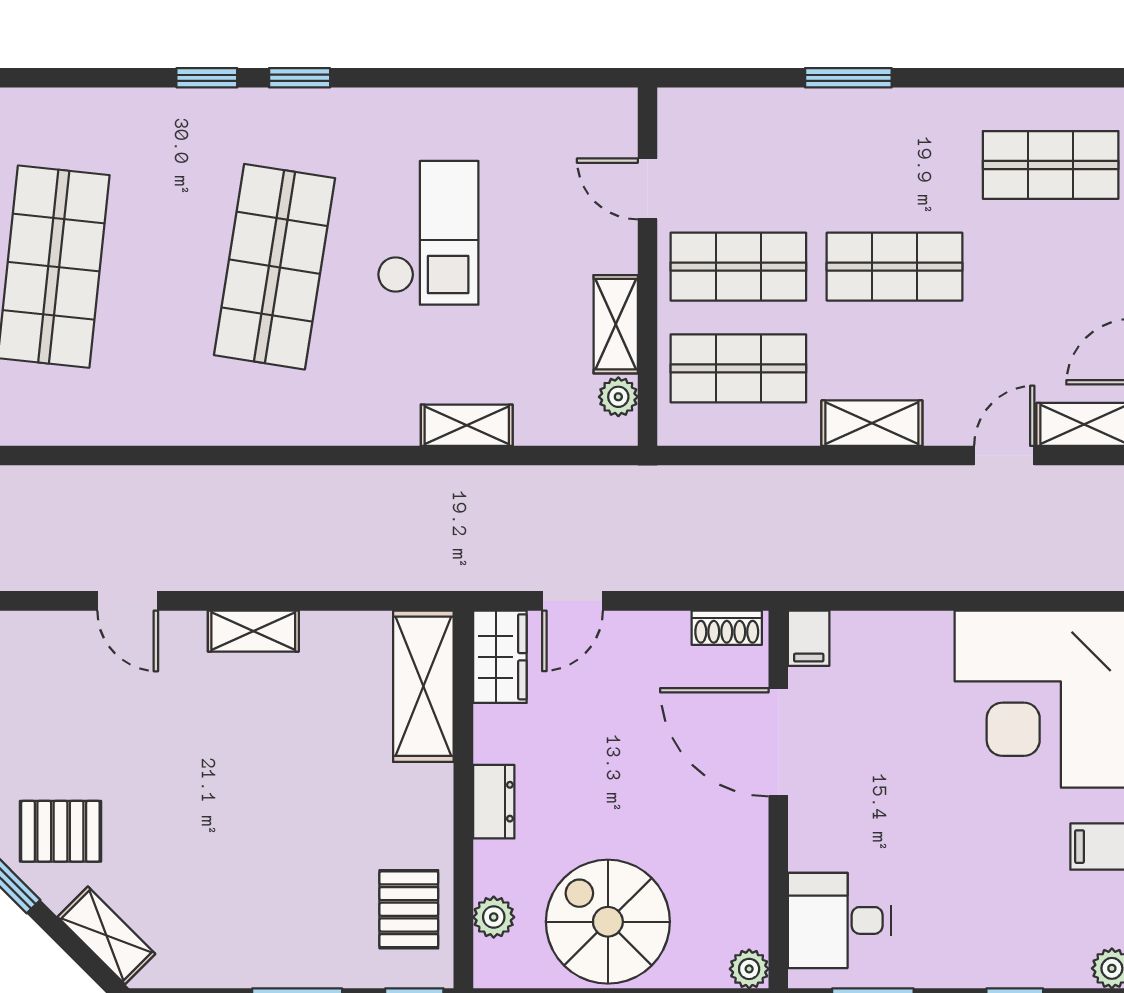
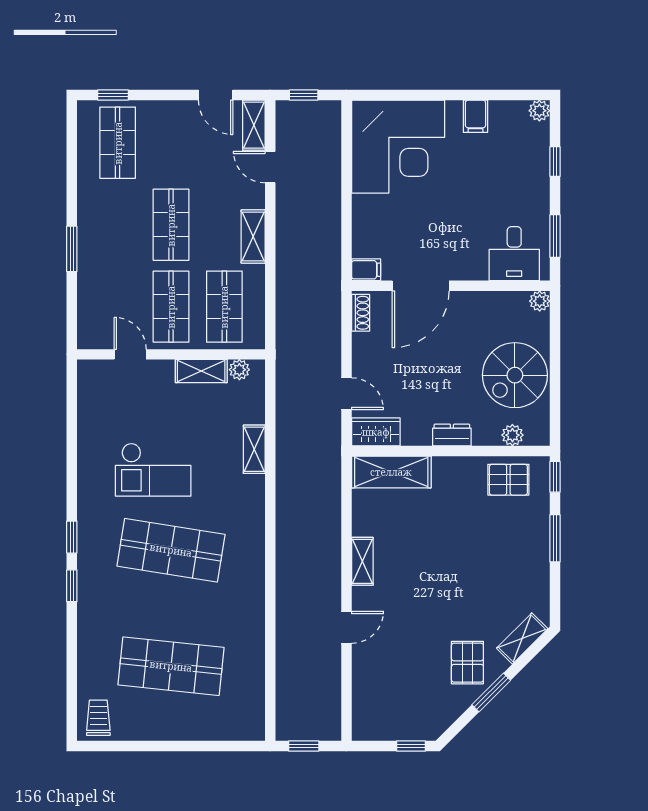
door: (647, 189) -> (130, 354), swing flipped
checkout: (428, 233) -> (153, 470), turned 180

